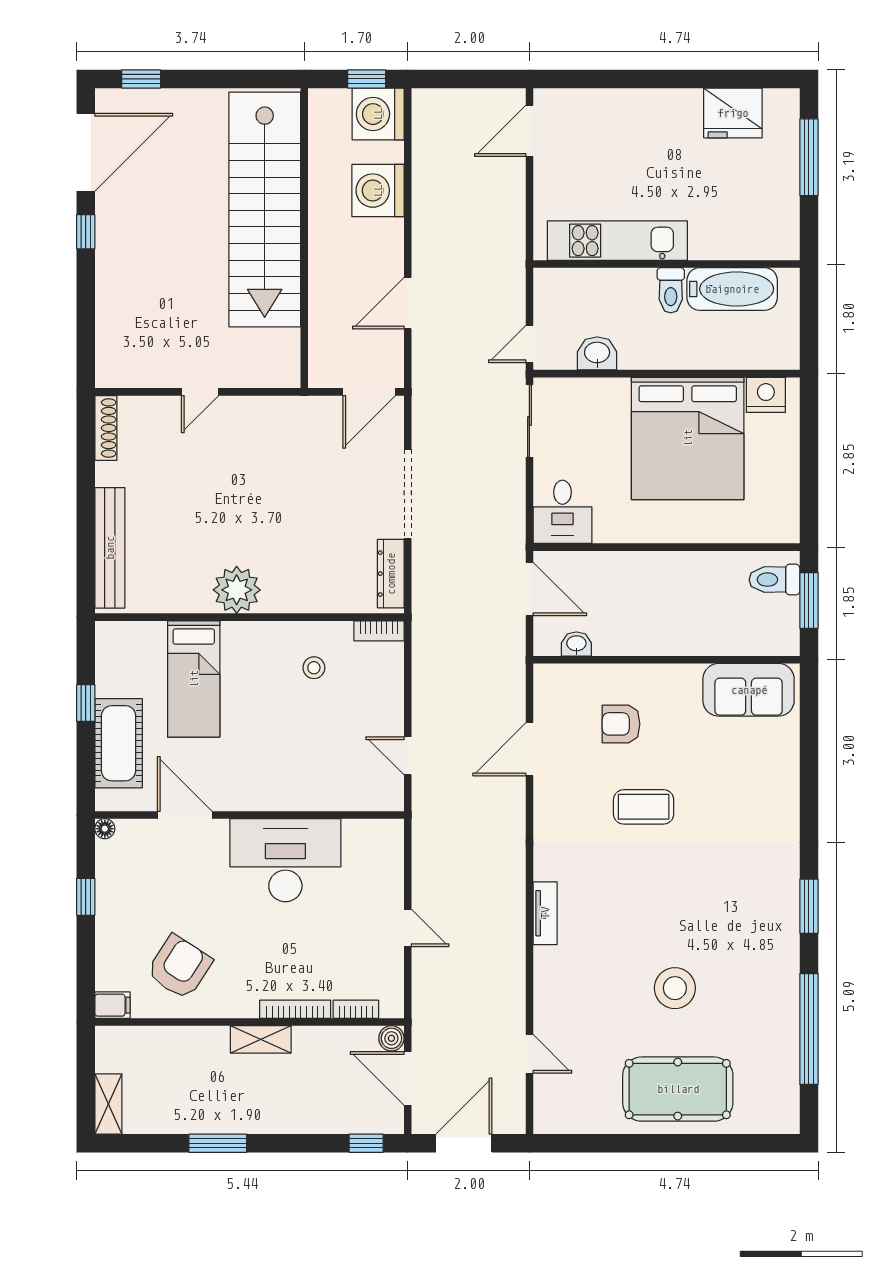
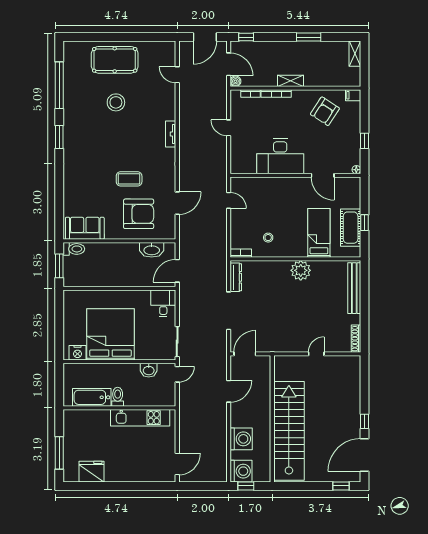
toilet: (774, 580) -> (74, 249), moved
door: (529, 589) -> (177, 271), hinge flipped
washbasin: (576, 644) -> (152, 250), width x1.91, depth x1.45
armchair: (621, 724) -> (139, 214), width x1.88, depth x1.88
cot: (119, 743) -> (351, 228), moved

